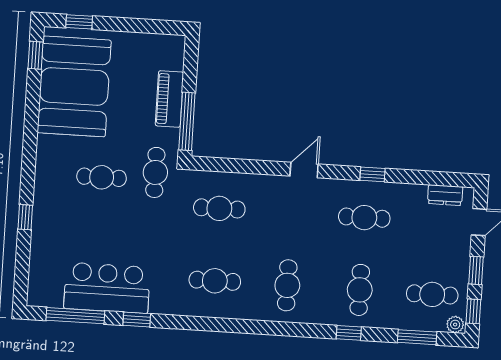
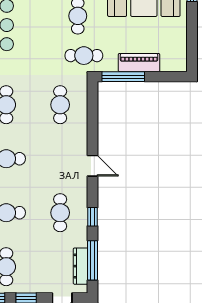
window: (431, 178) -> (93, 260), added
dresser: (445, 195) -> (81, 266), width x1.44

